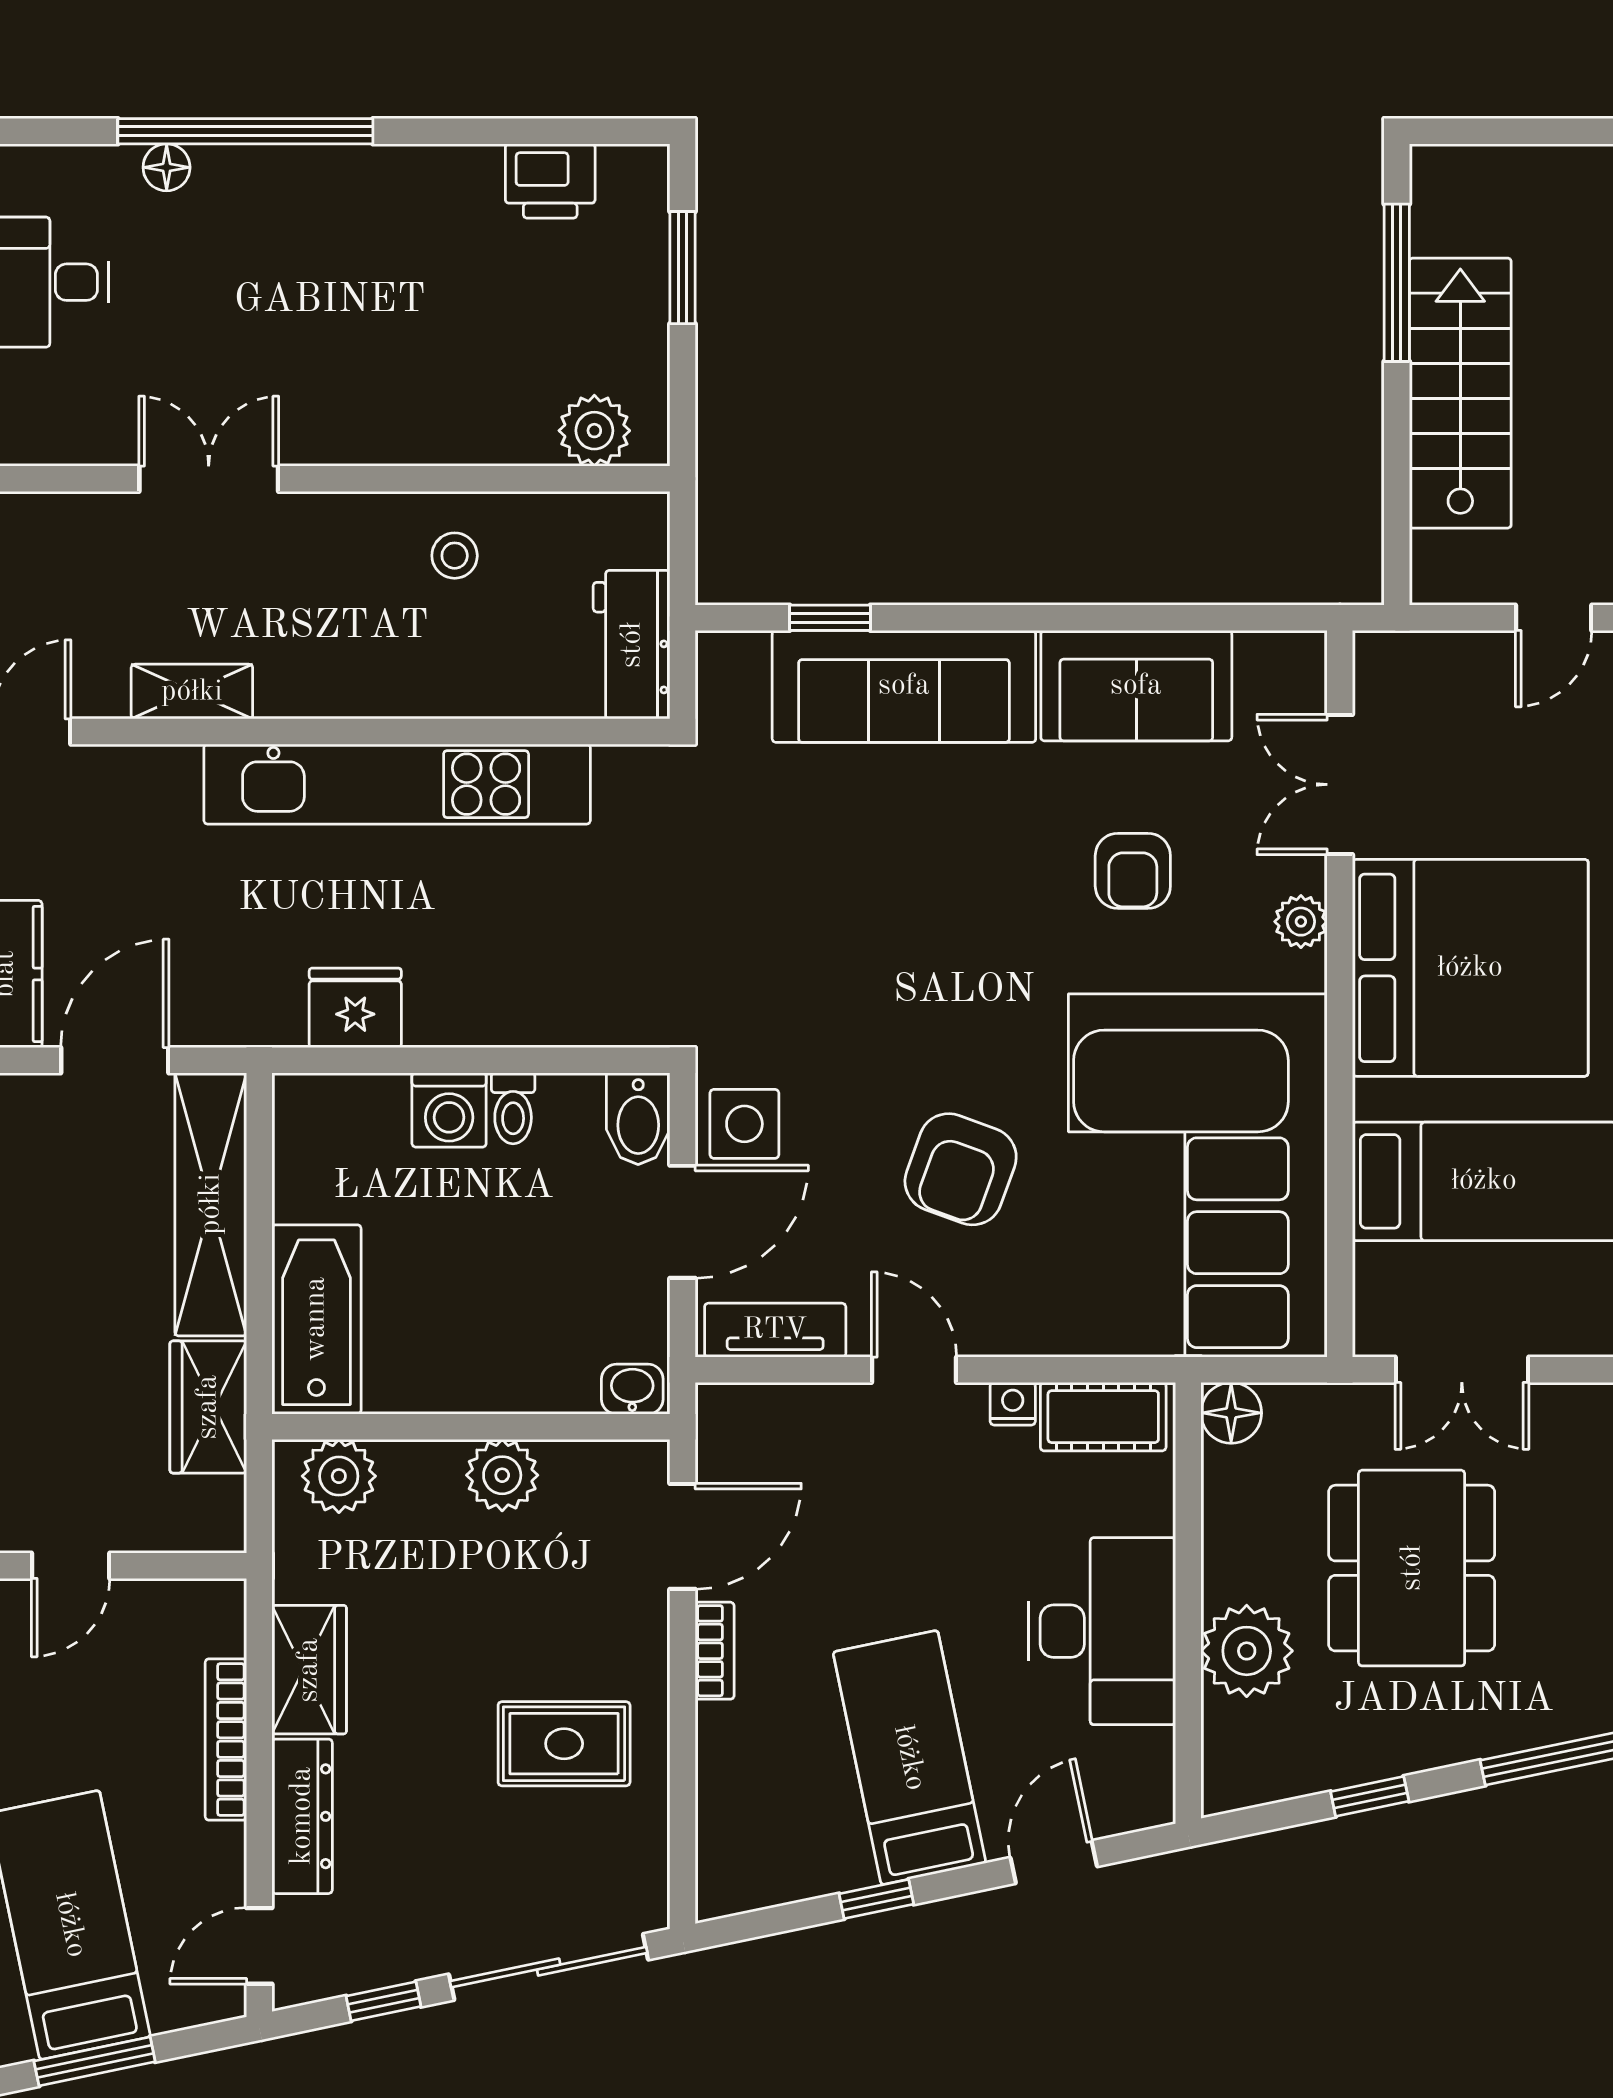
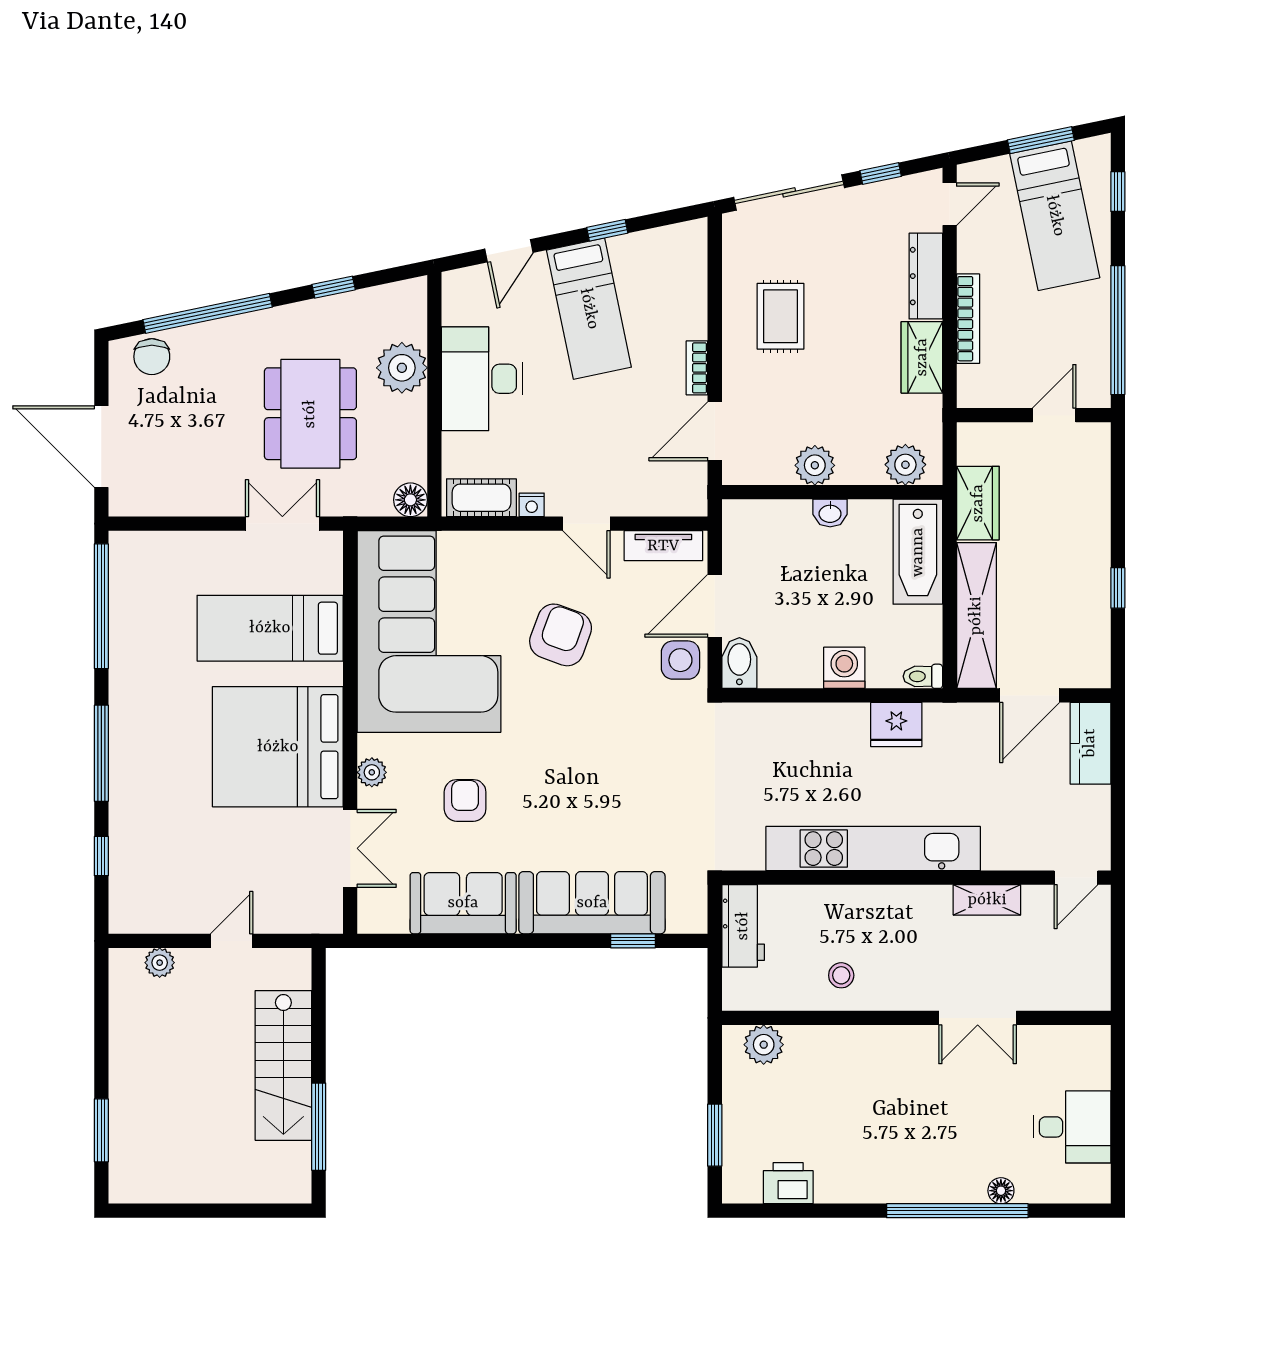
toilet: (513, 1108) -> (923, 676), moved, turned -90
washbasin: (632, 1389) -> (830, 513), moved
rug: (564, 1744) -> (781, 316), turned 90

